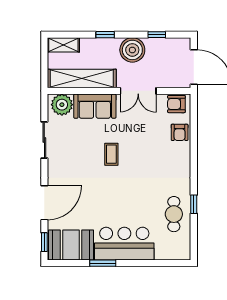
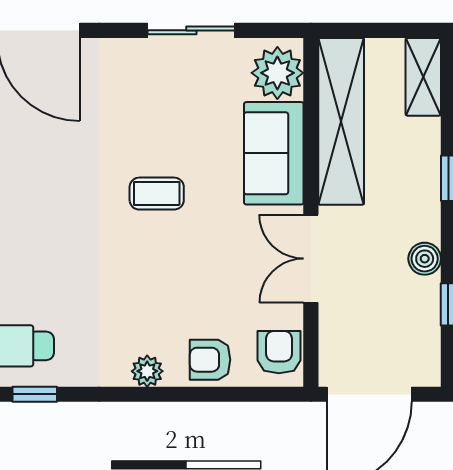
boiler: (132, 50) -> (425, 259), width x0.54, depth x0.54
plant: (184, 158) -> (147, 371), added

